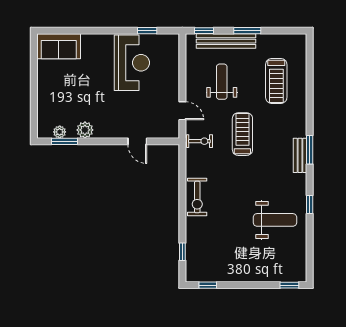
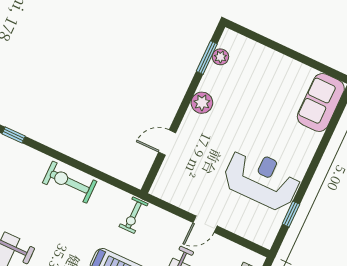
reception desk: (132, 63) -> (262, 179), turned 180
door: (182, 111) -> (205, 224), moved
plant: (85, 130) -> (202, 103), moved

